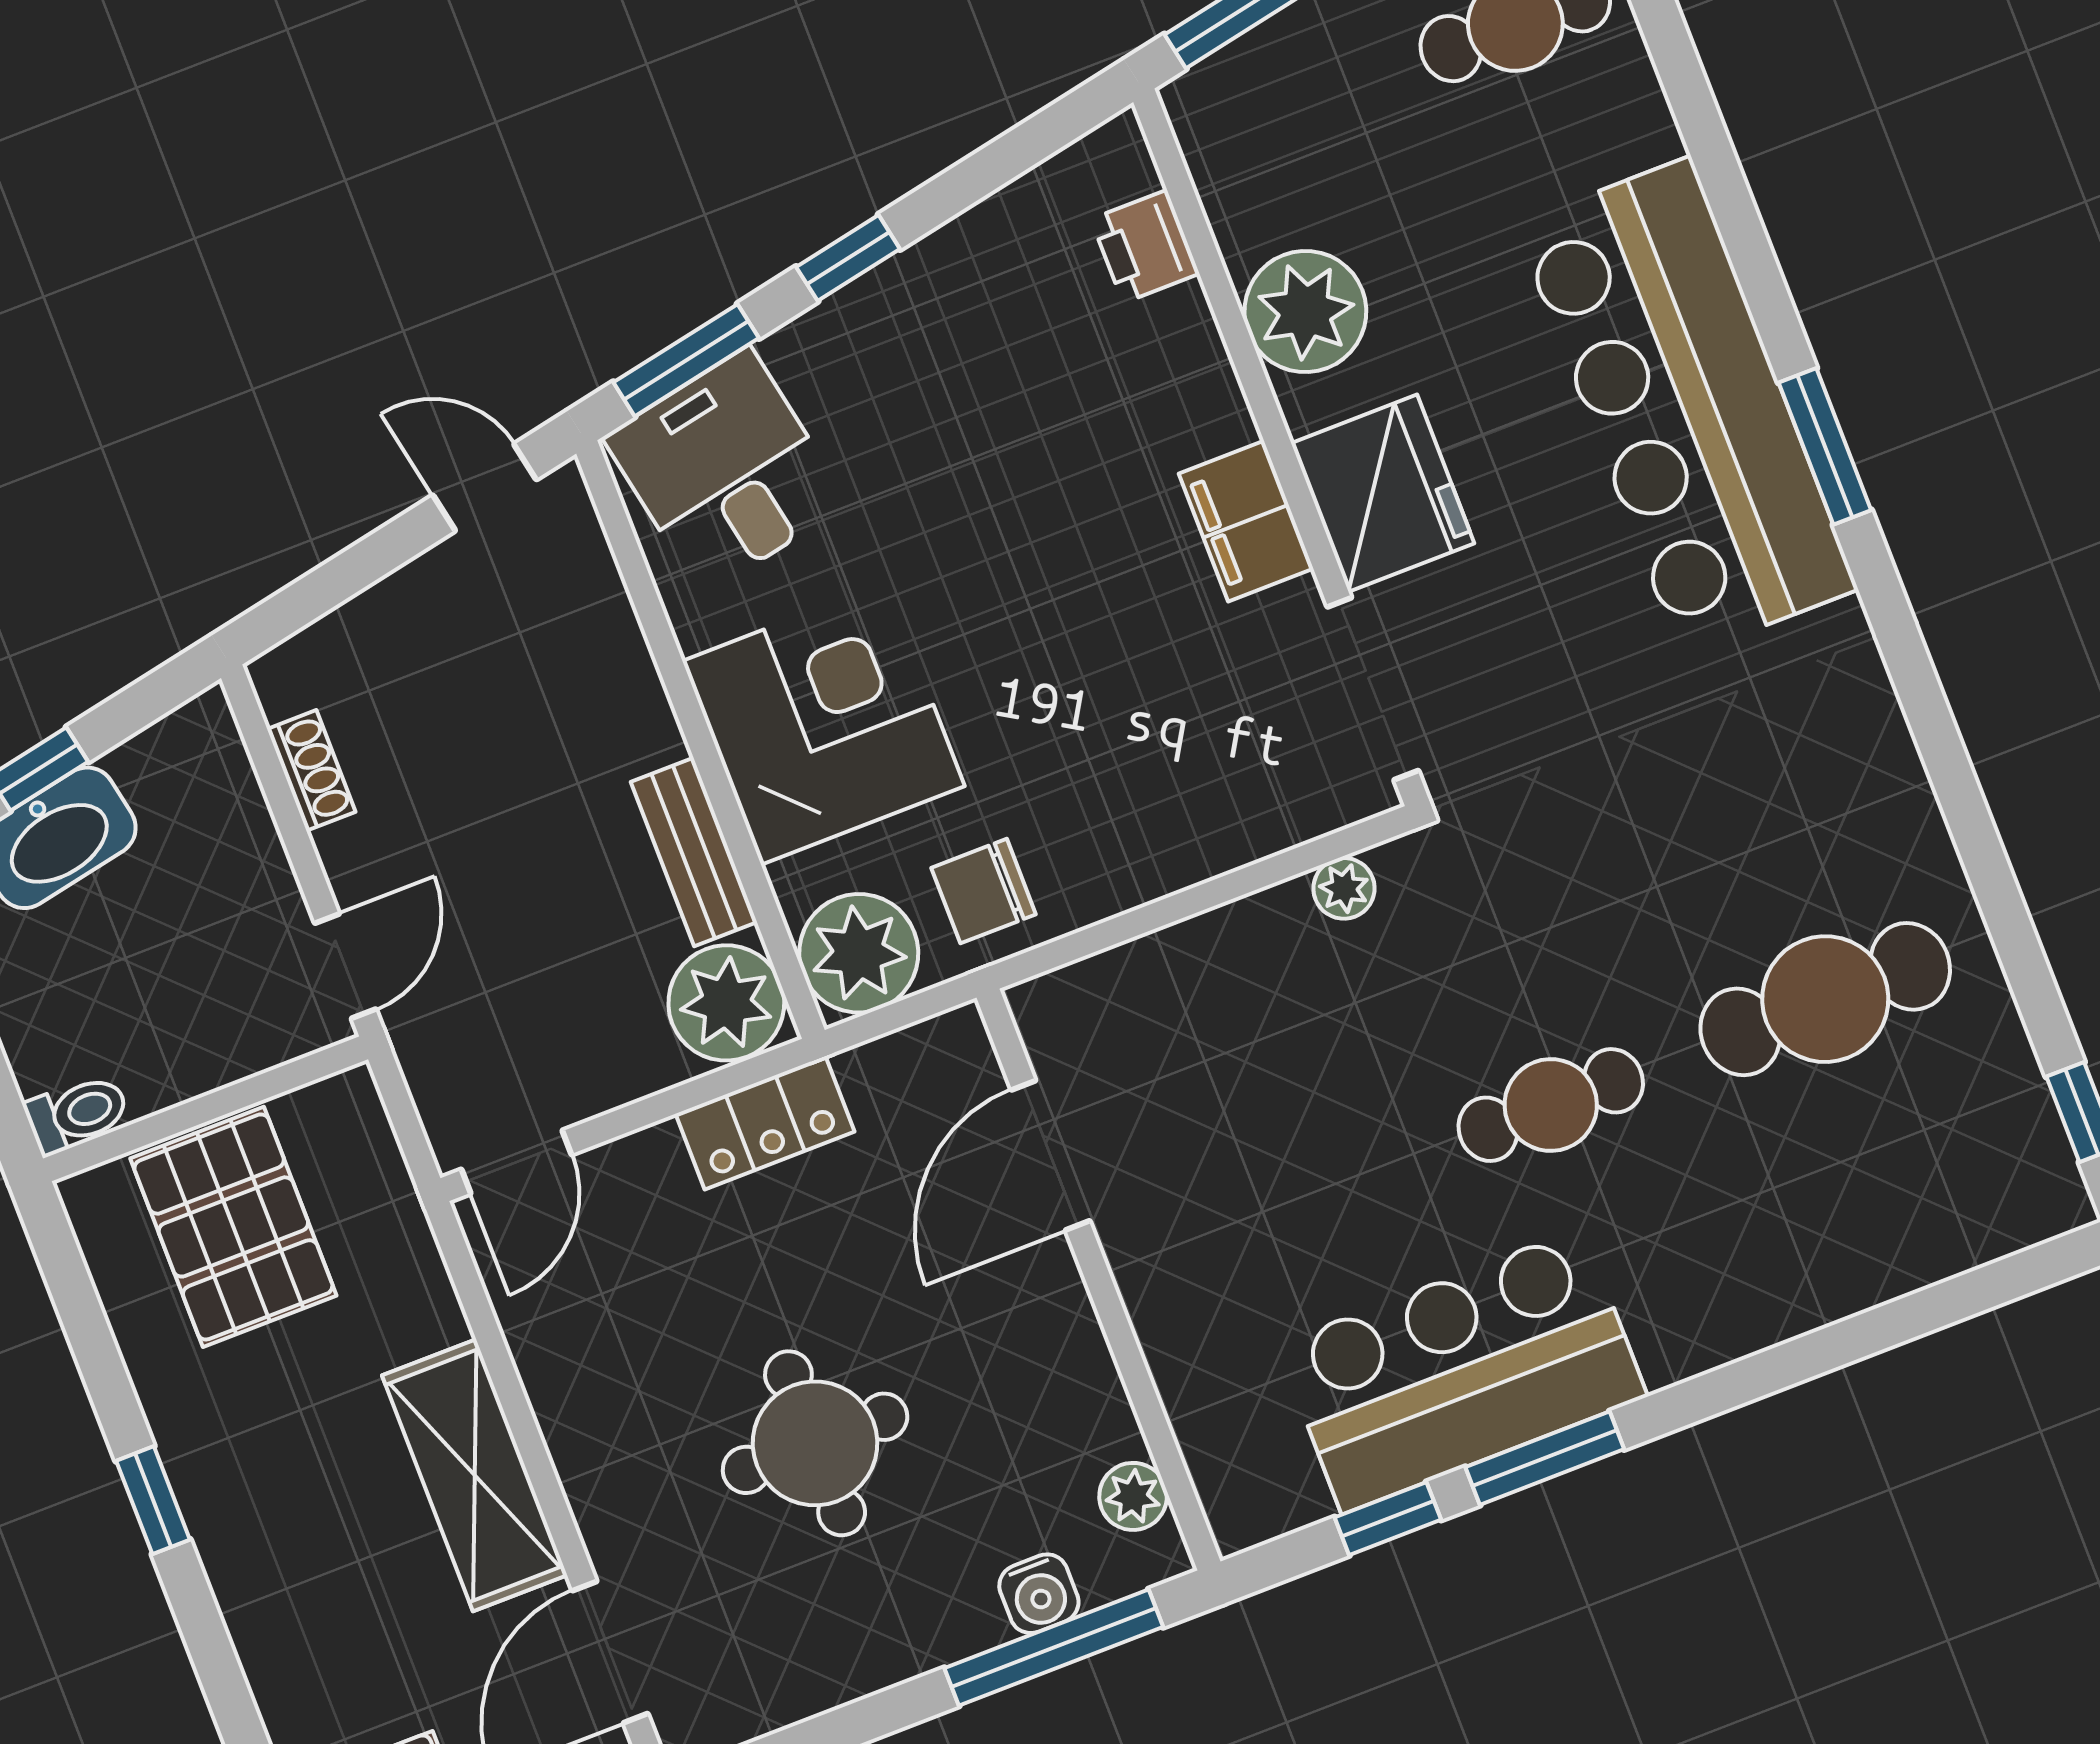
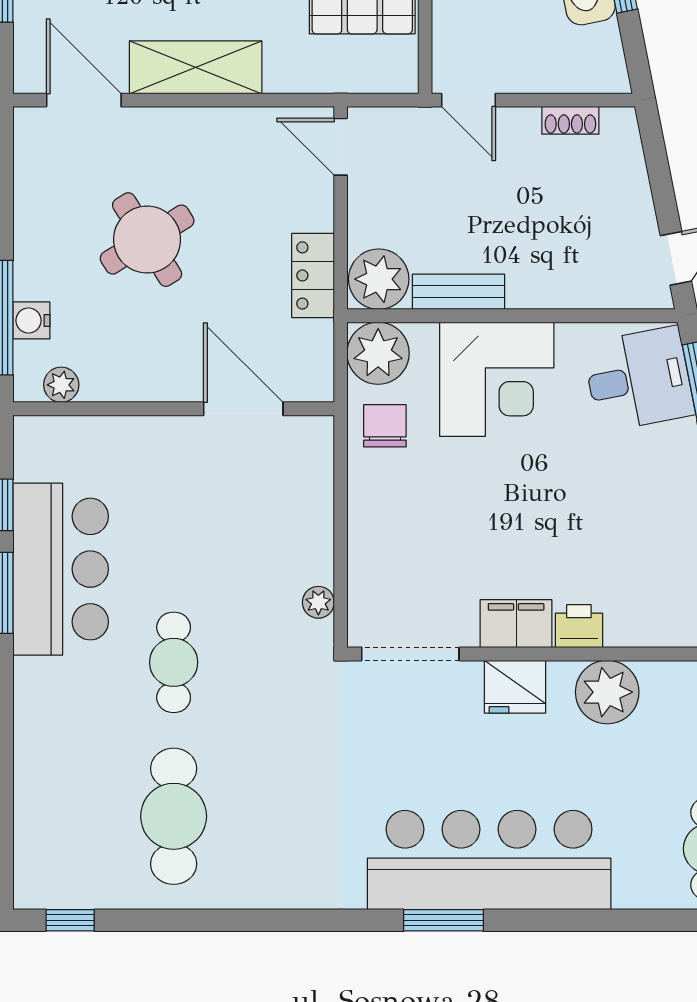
printer: (1145, 246) -> (579, 626), moved
fridge: (1383, 493) -> (515, 687), width x0.73, depth x0.75
round table: (815, 1443) -> (147, 240), turned -32

